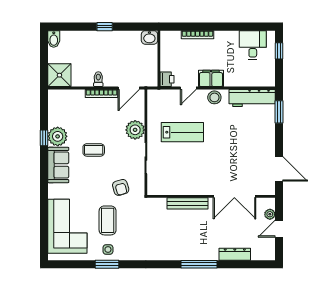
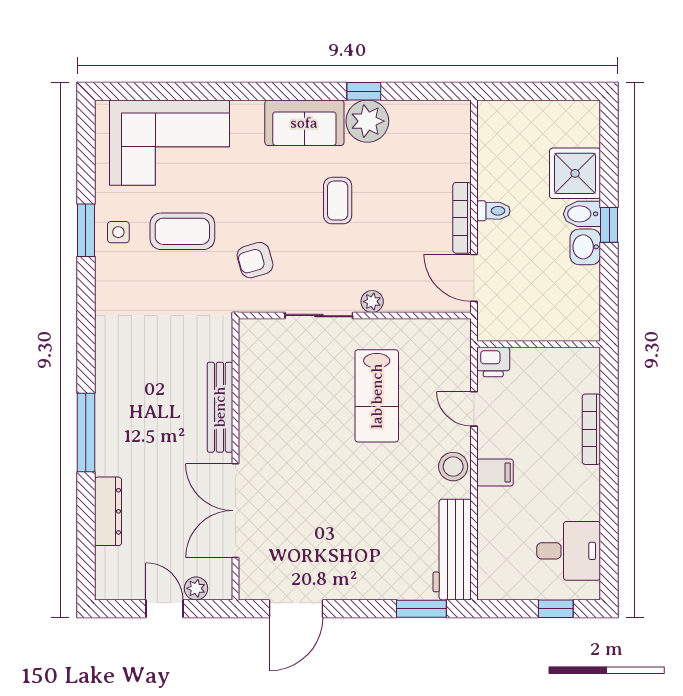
washbasin: (149, 37) -> (585, 247), moved
bidet: (54, 39) -> (582, 214), moved
shower: (59, 75) -> (575, 173), moved
filing cabinet: (211, 78) -> (495, 473), width x0.50
plant: (135, 130) -> (372, 302), width x0.53, depth x0.53

